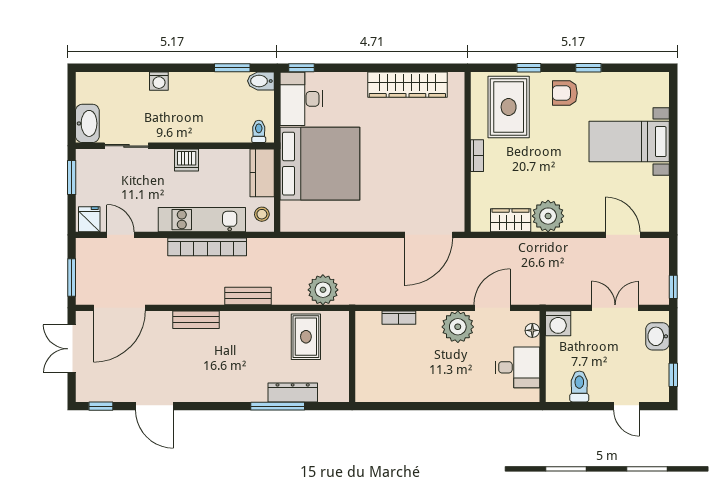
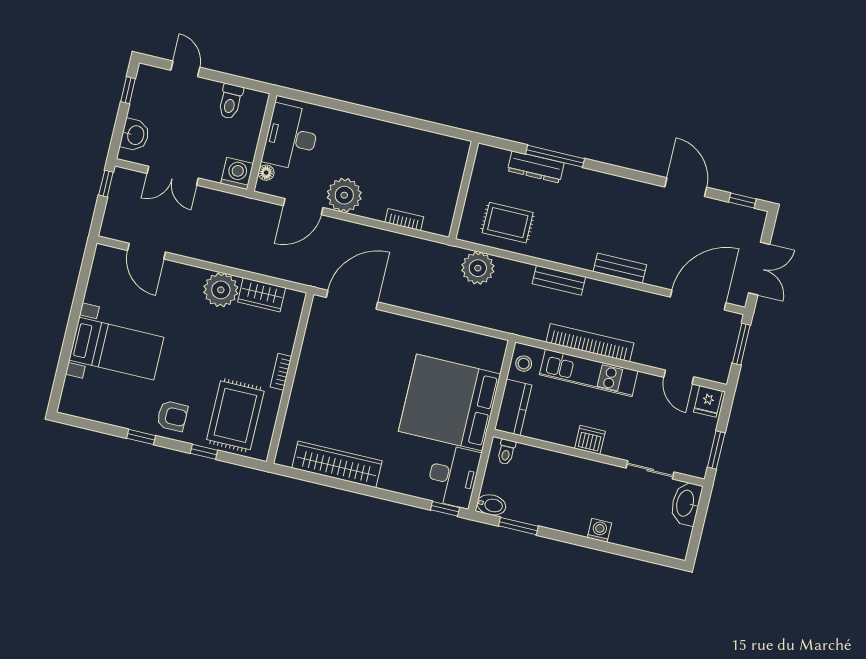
rug: (306, 337) -> (508, 223), turned 90
desk: (517, 367) -> (291, 137), width x1.37

